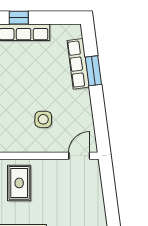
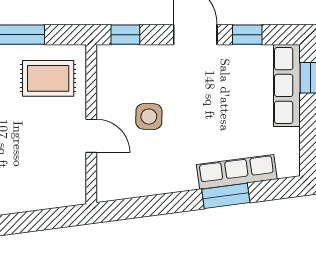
door: (79, 156) -> (91, 136), moved

